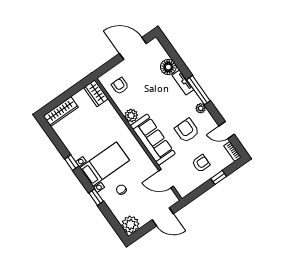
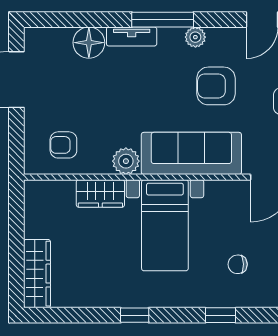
wardrobe: (96, 93) -> (100, 193), moved
bed with nightstands: (105, 164) -> (165, 225), moved, turned 180

